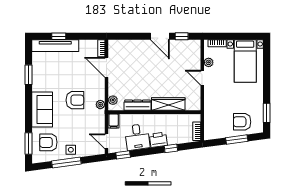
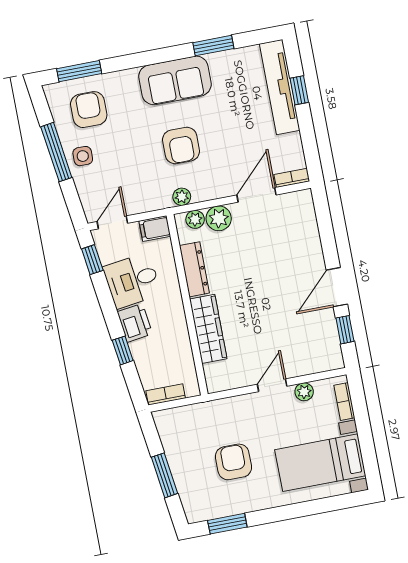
plant: (115, 88) -> (219, 218), added
sofa: (42, 109) -> (175, 80), moved
armchair: (242, 122) -> (233, 462), moved

